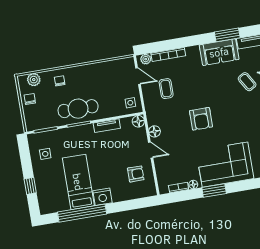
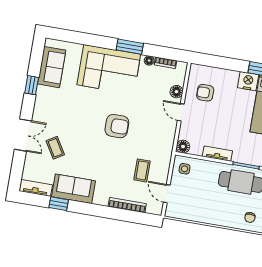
window: (227, 35) -> (59, 204), width x0.67
plant: (146, 59) -> (152, 209), removed
armchair: (201, 119) -> (117, 126), turned 90
floor lamp: (155, 131) -> (176, 92), moved

